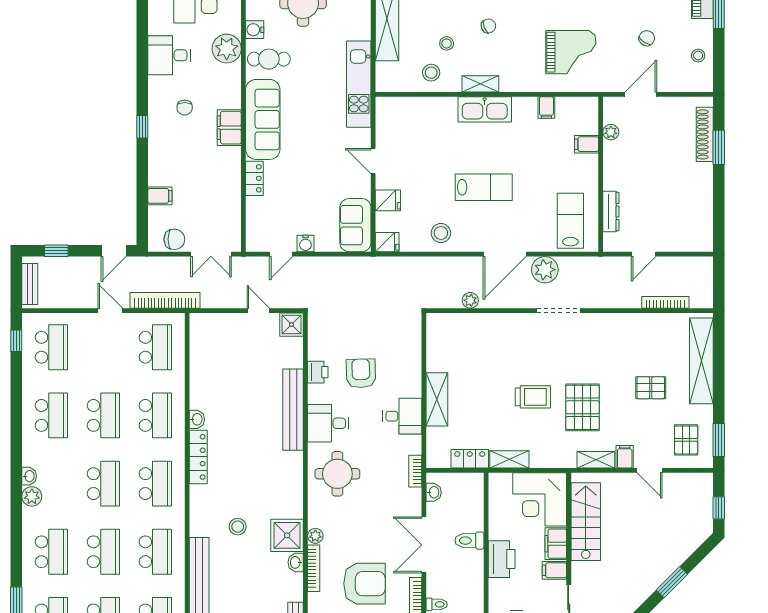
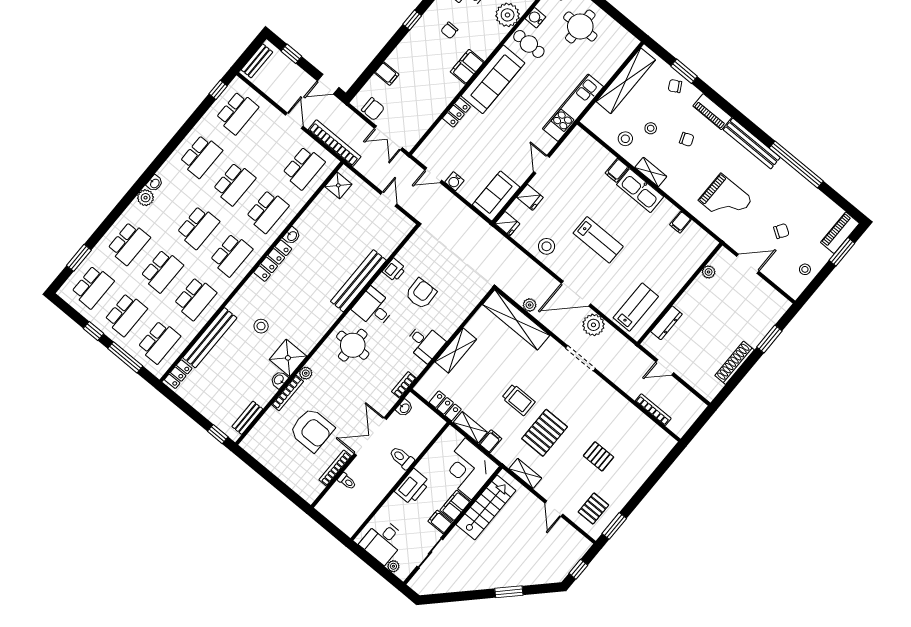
shoe rack: (705, 134) -> (735, 363), moved
filing cabinet: (587, 144) -> (617, 170), moved, turned -90
shower: (291, 325) -> (338, 185), moved
shelving: (701, 361) -> (516, 320), moved, turned 90
filing cabinet: (625, 457) -> (490, 441), moved

